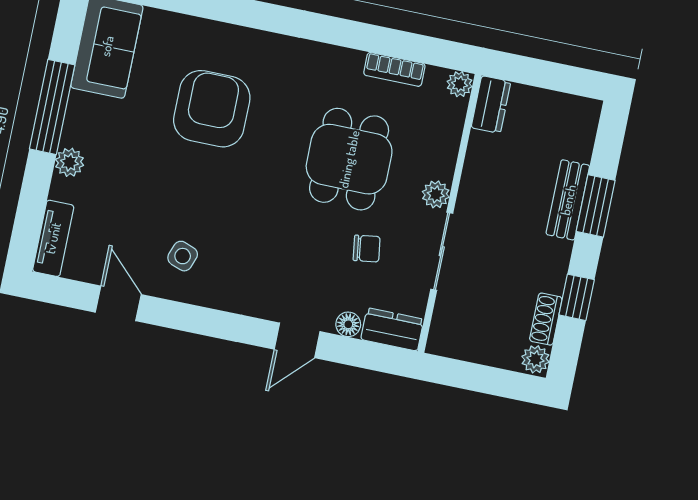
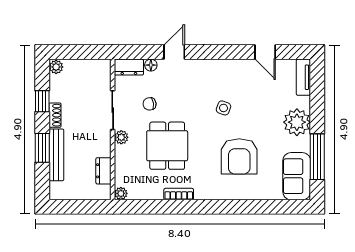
bookcase: (394, 69) -> (179, 194), moved
dresser: (491, 105) -> (103, 171), moved
window: (52, 107) -> (317, 157), moved
plant: (70, 162) -> (297, 122), width x1.87, depth x1.87
bench: (568, 200) -> (56, 155), width x1.36
side table: (183, 256) -> (223, 108), moved
shoe rack: (546, 319) -> (55, 115), moved

